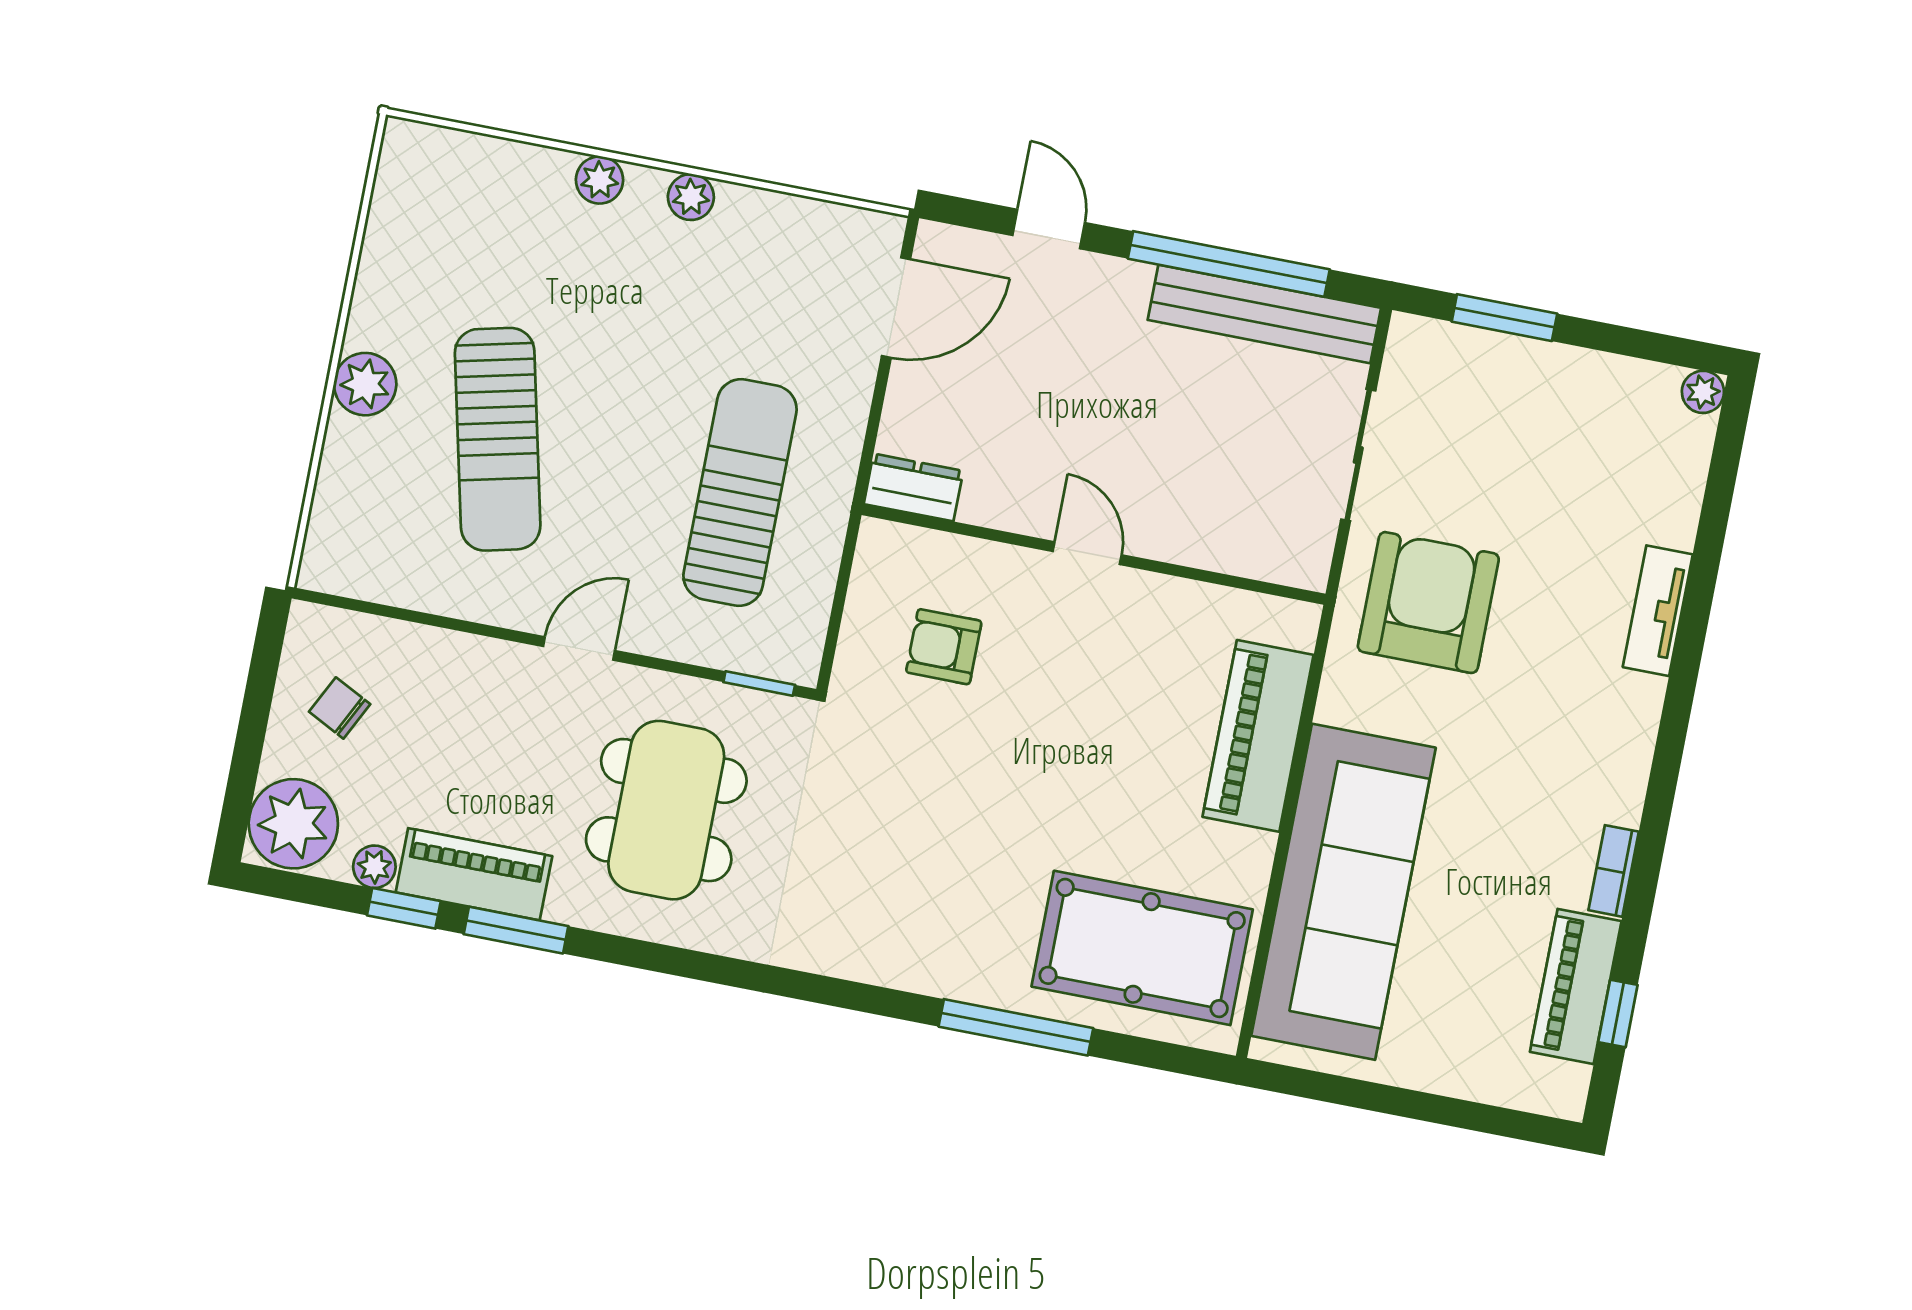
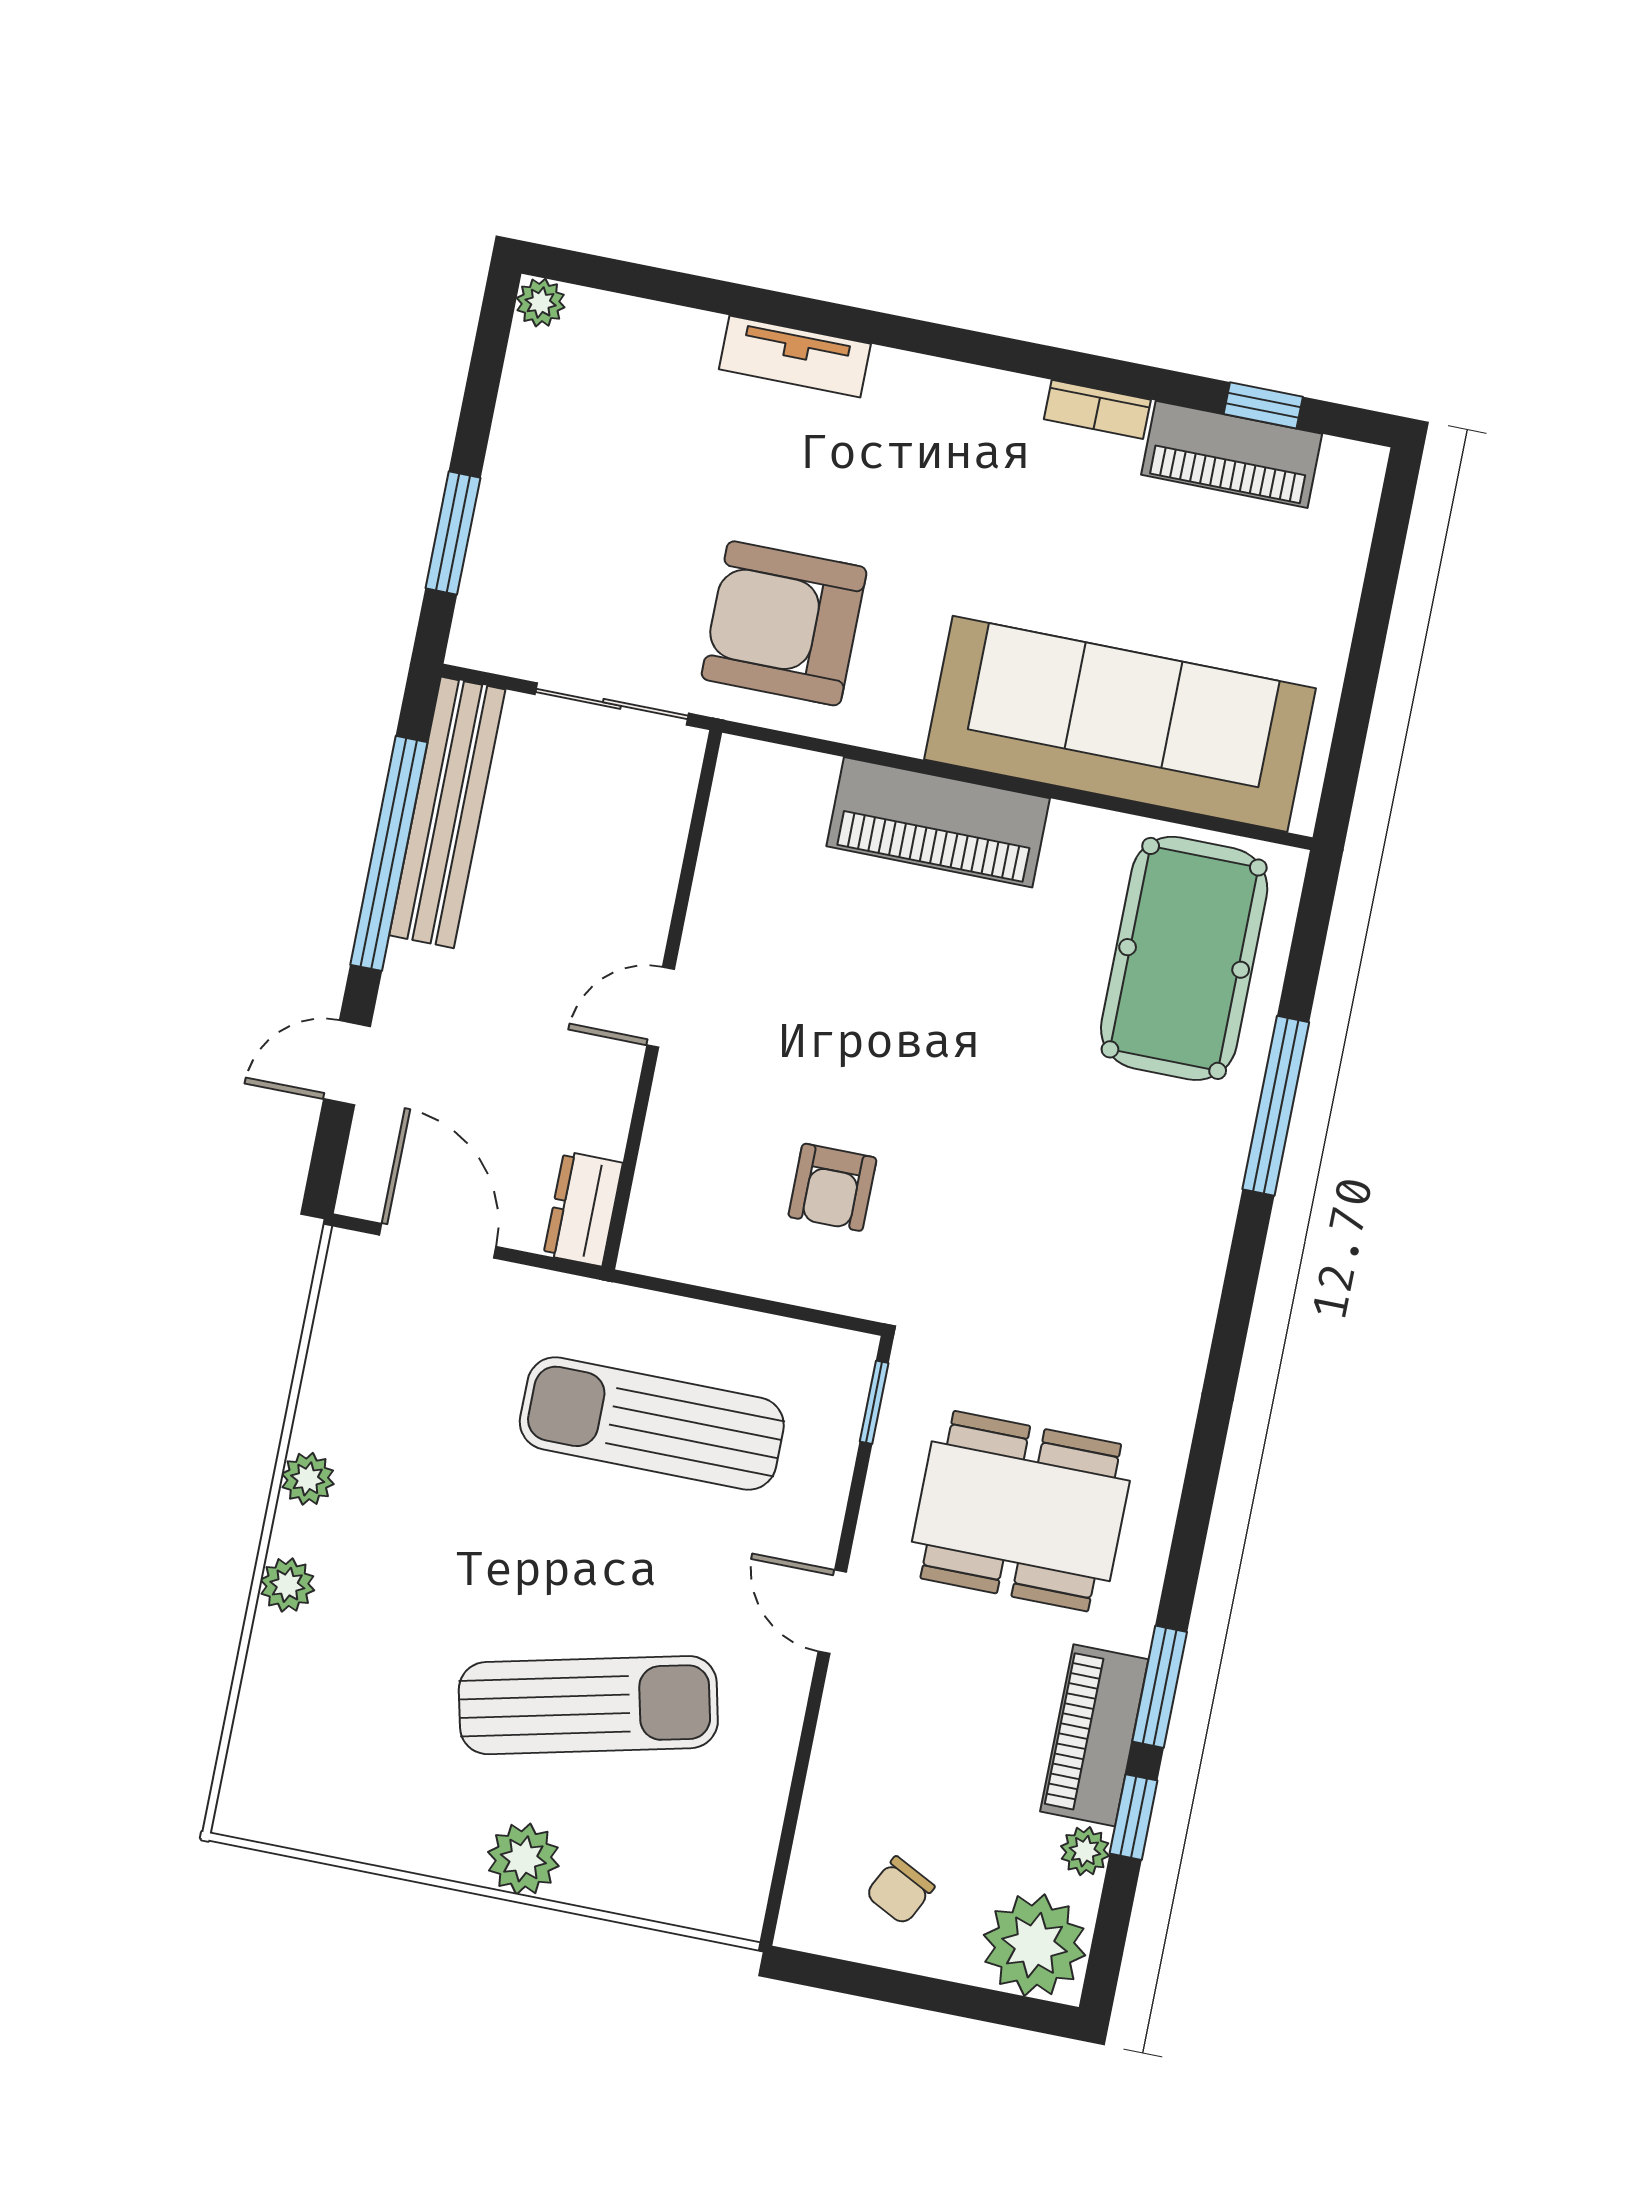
dresser: (913, 487) -> (583, 1209), moved
door: (1087, 553) -> (661, 1007), moved
wall: (1094, 554) -> (662, 1000), moved

